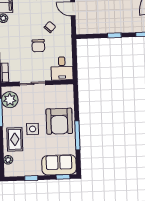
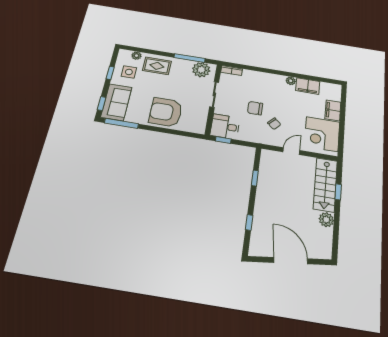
window: (114, 35) -> (255, 178), moved
window: (75, 68) -> (223, 140), added
side table: (33, 129) -> (129, 72), moved
window: (77, 135) -> (121, 123), moved

